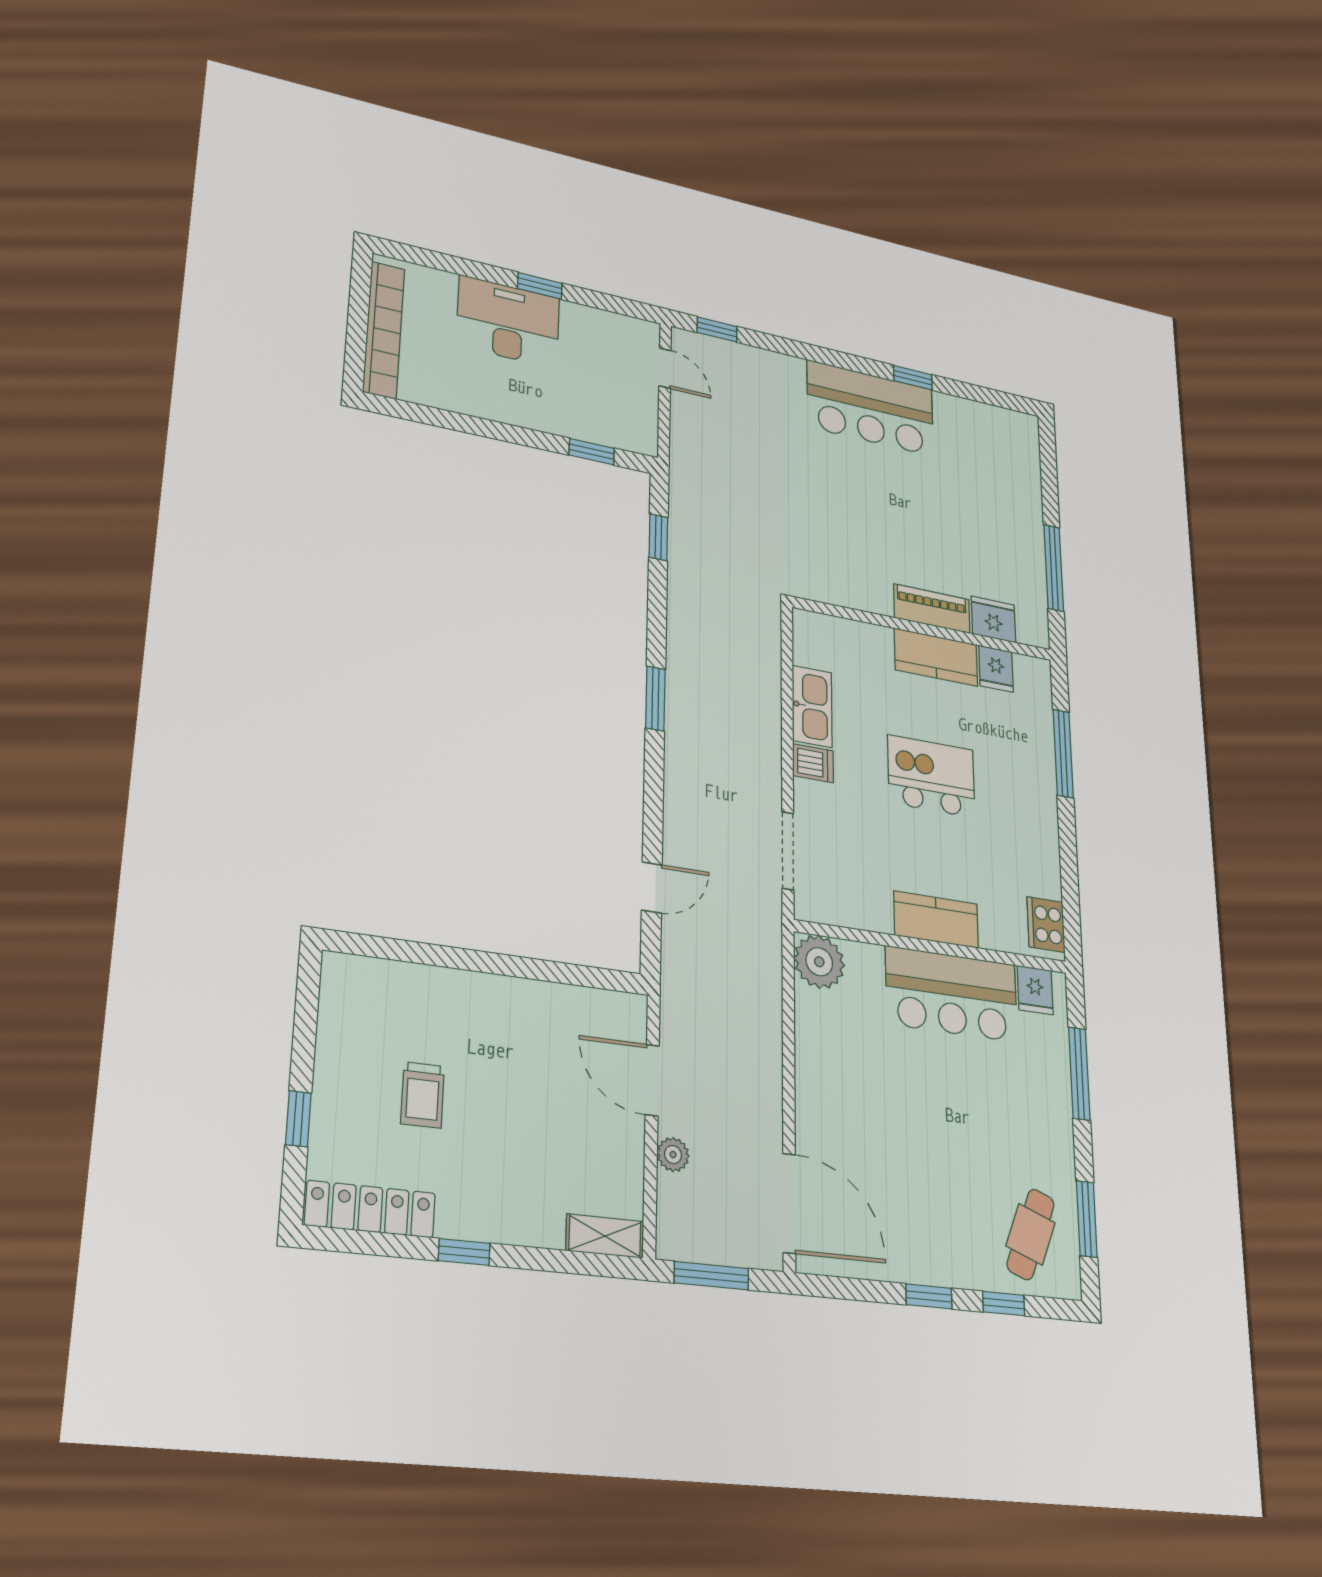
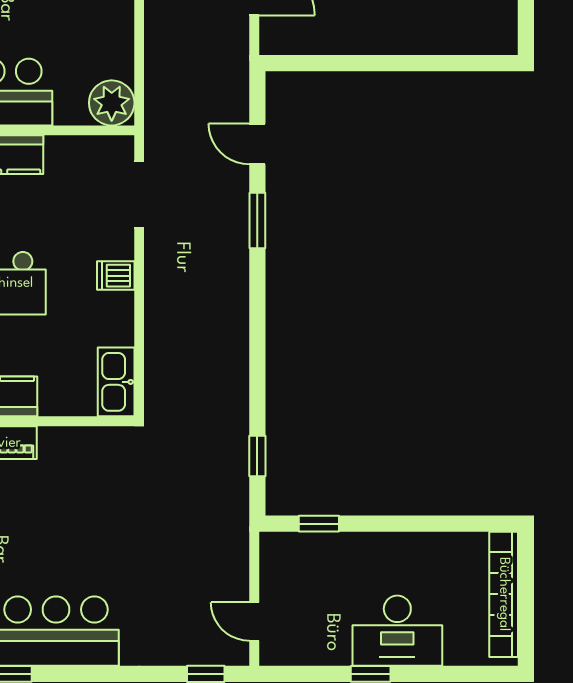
window: (655, 699) -> (257, 220), moved
kitchen sink: (812, 706) -> (116, 382), moved
door: (652, 888) -> (257, 144), hinge flipped

